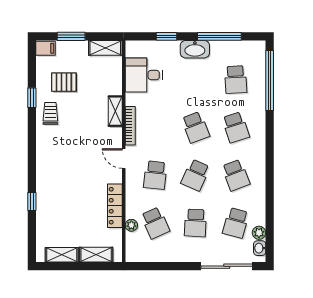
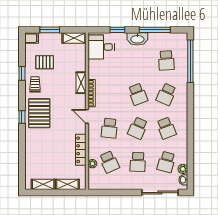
desk: (144, 75) -> (101, 47), moved
school desk: (236, 127) -> (166, 94), turned 42
pallet: (56, 154) -> (39, 113), added
window: (32, 202) -> (22, 117), moved

